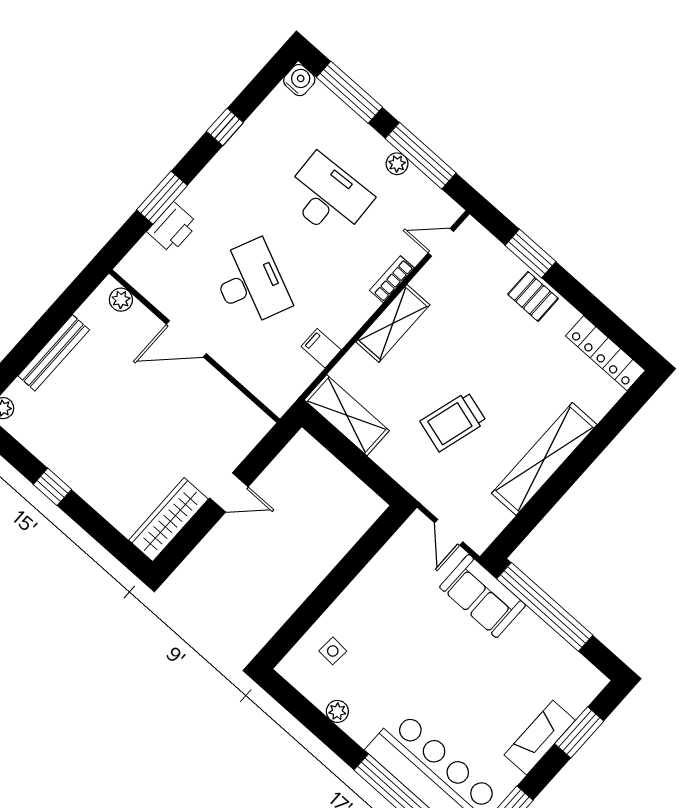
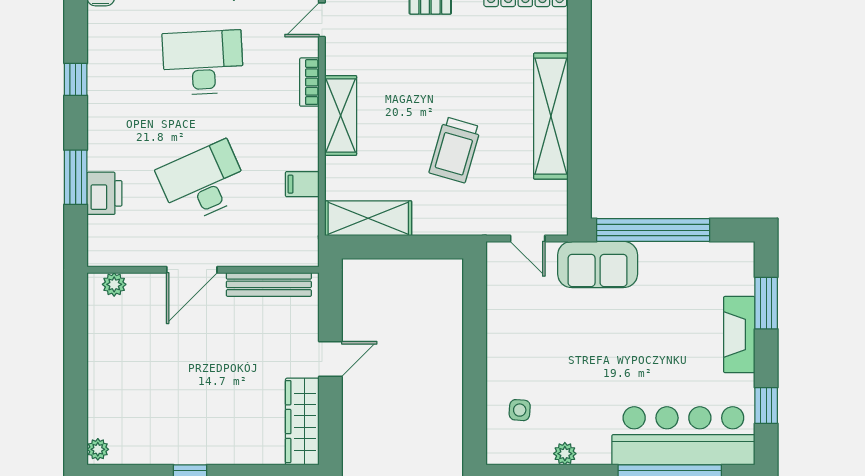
desk: (251, 283) -> (203, 182), turned -48
bench: (54, 353) -> (269, 284), moved, turned 90

